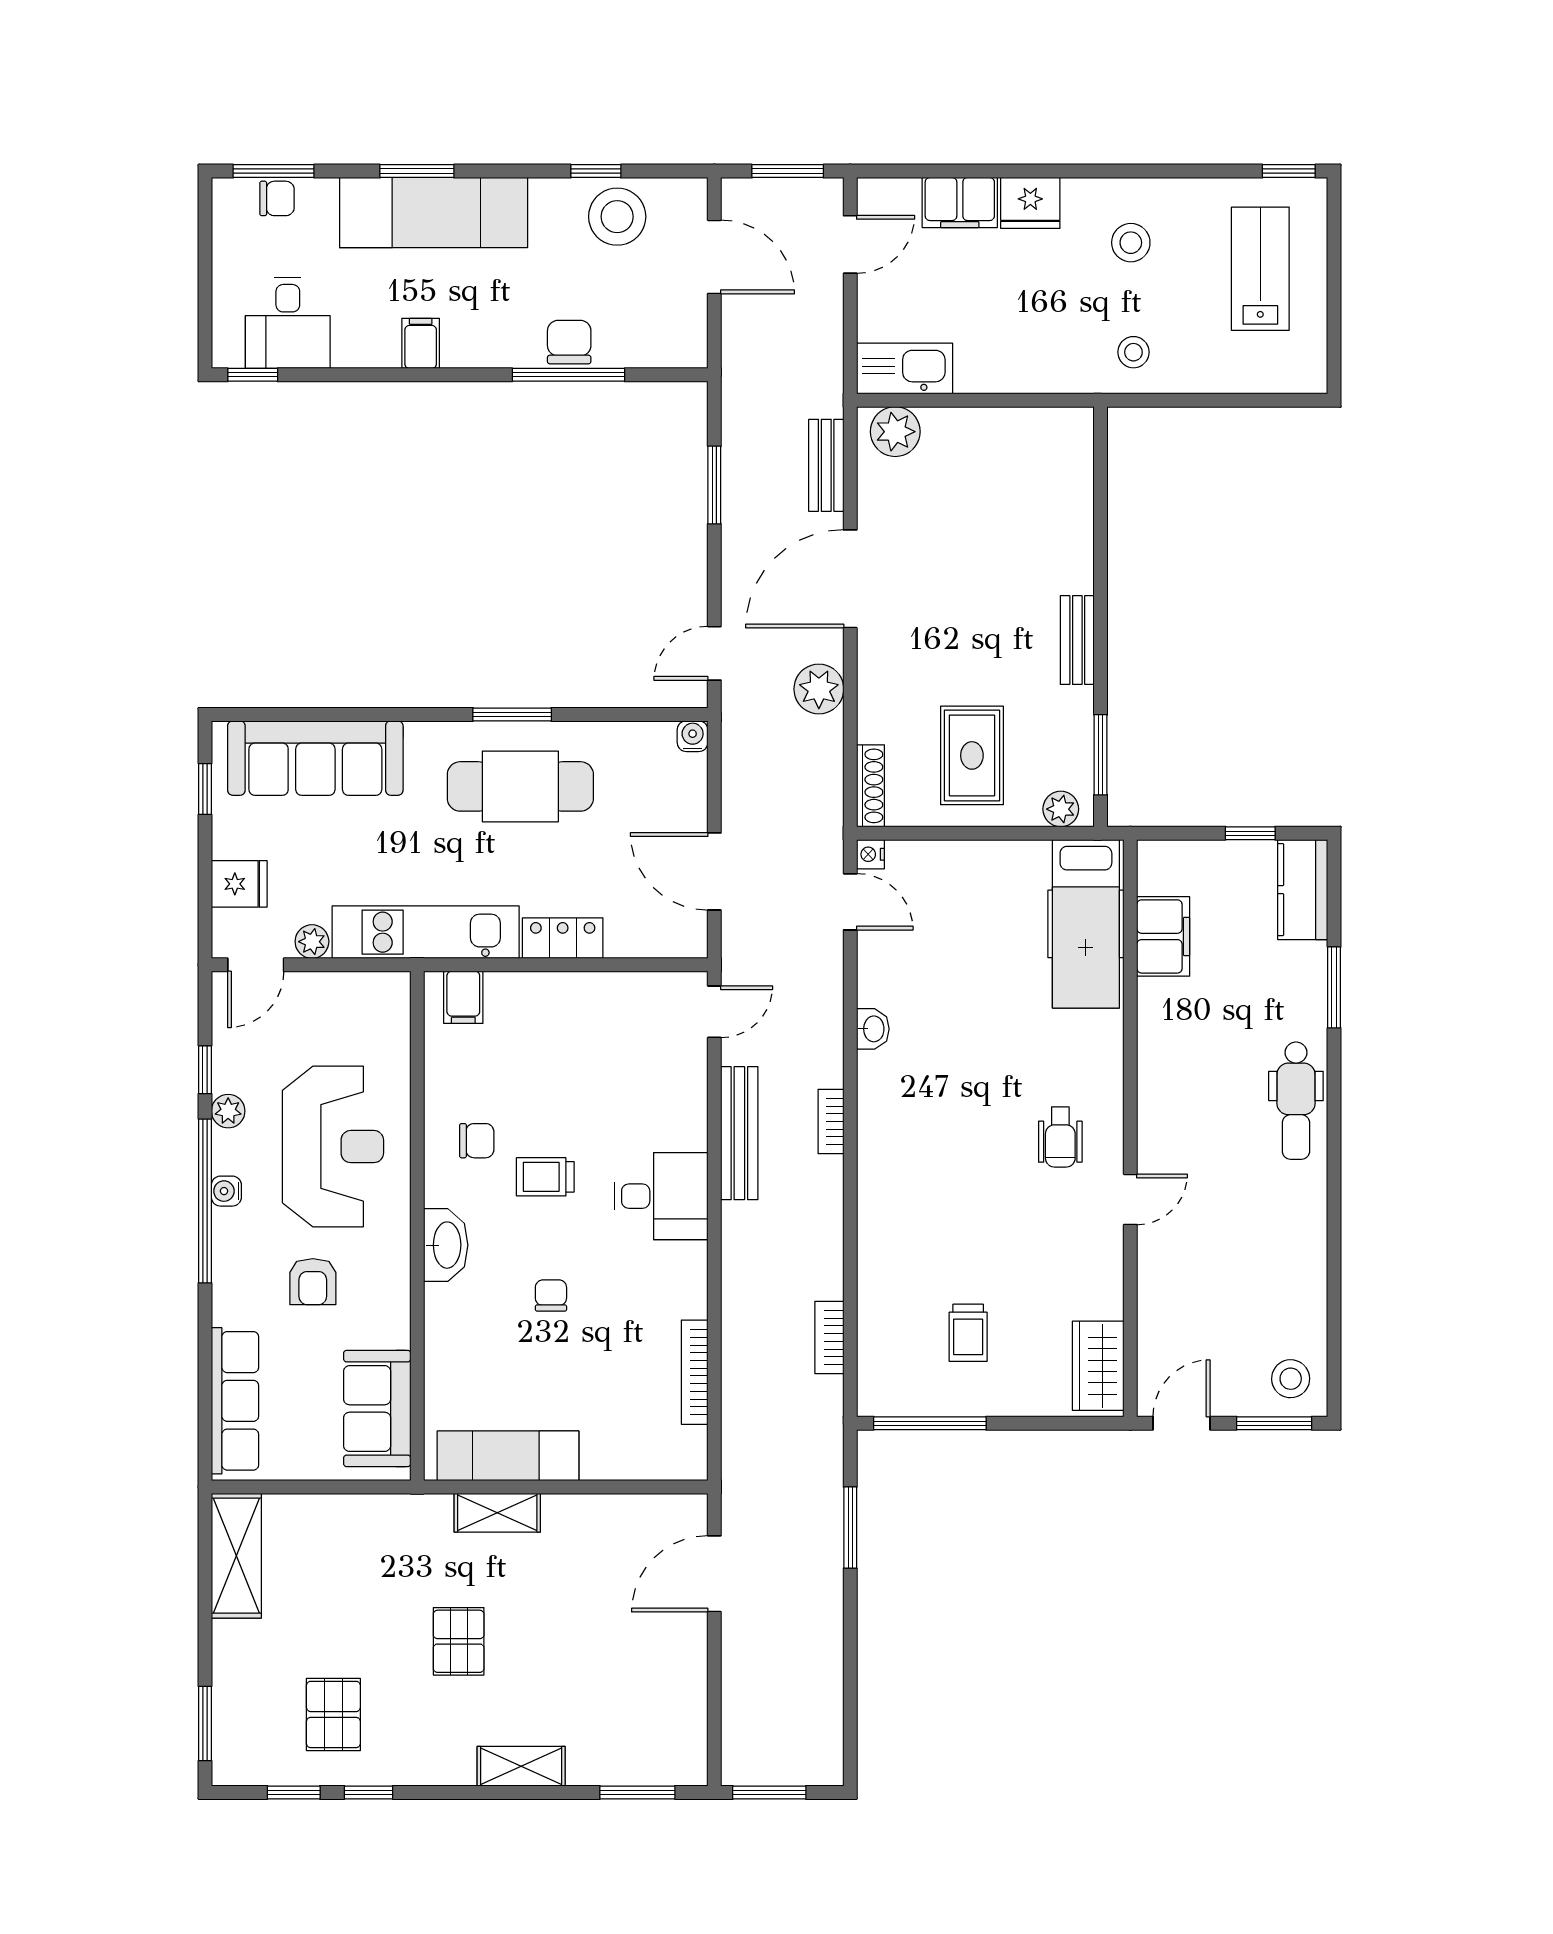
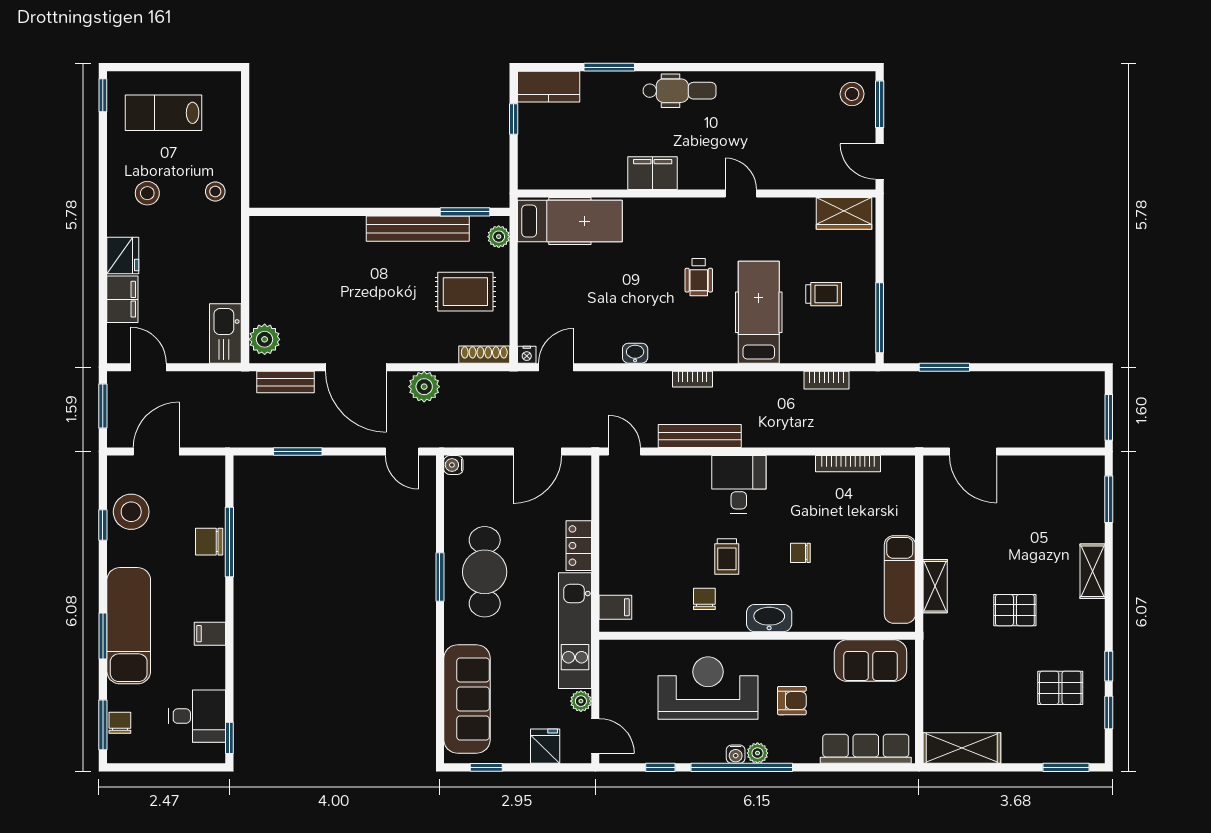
bench: (1077, 640) -> (418, 229), width x1.86, depth x1.21
filing cabinet: (1163, 936) -> (653, 173), moved
plant: (228, 1111) -> (757, 753), moved
wheelchair: (1060, 1137) -> (699, 277), moved, turned 90
hospital bed: (939, 1228) -> (759, 312), added

